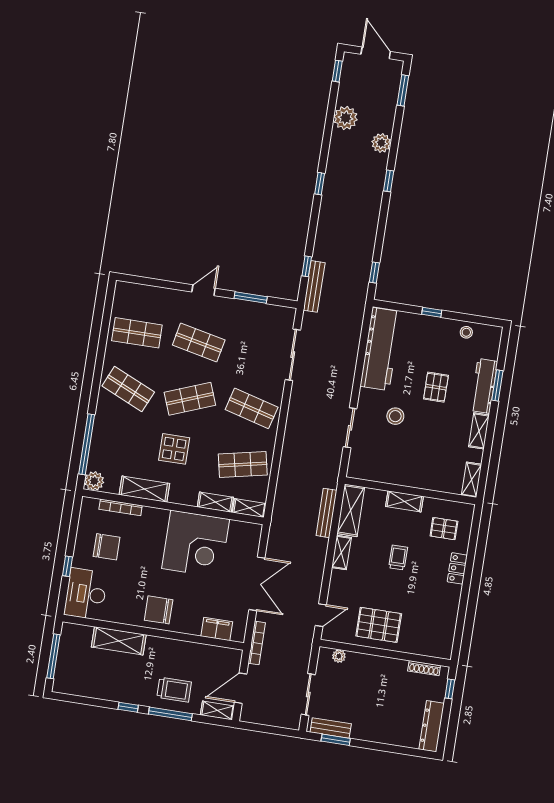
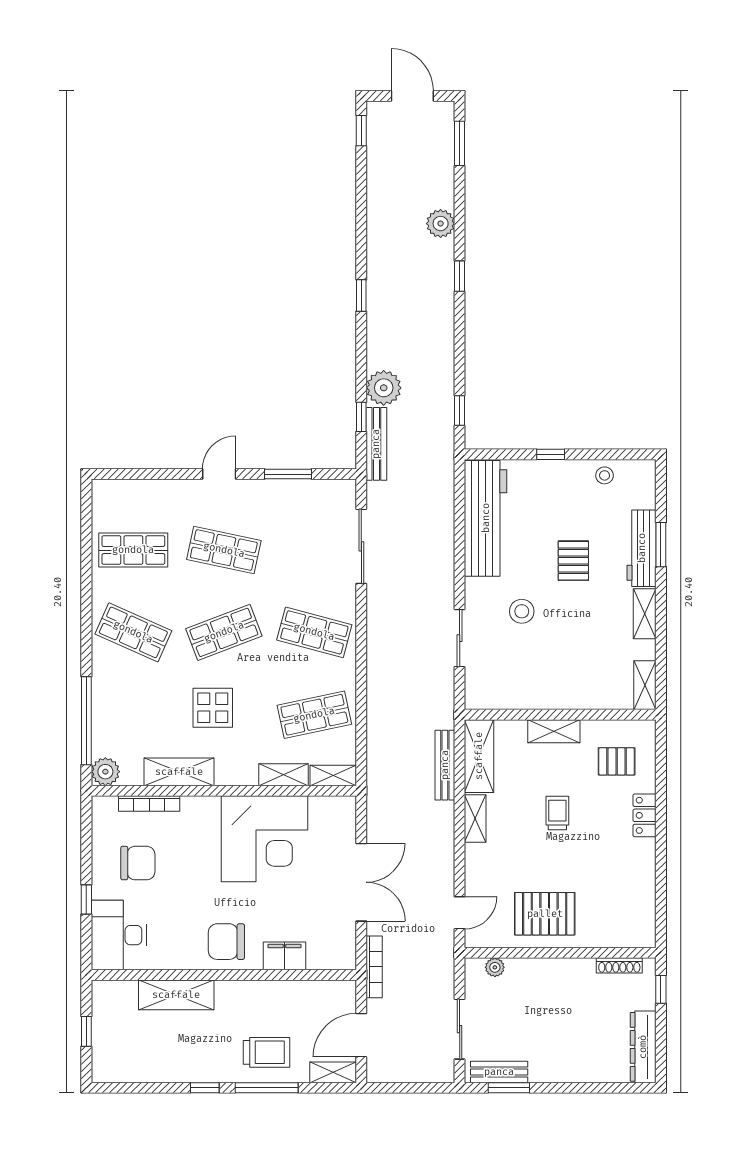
plant: (346, 118) -> (384, 388), moved
filing cabinet: (217, 629) -> (284, 956), moved
window: (53, 656) -> (86, 1031), width x0.46

